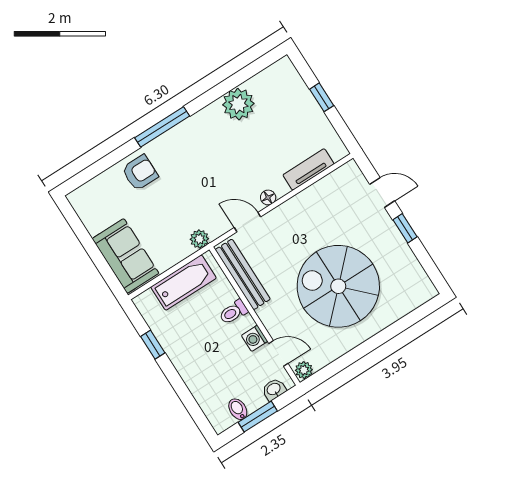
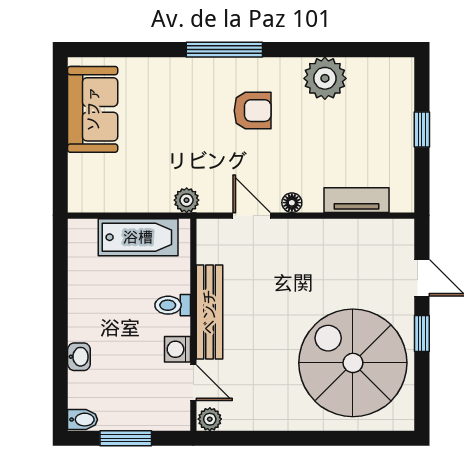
armchair: (140, 173) -> (253, 111), moved
sofa: (125, 256) -> (93, 109), moved
bench: (243, 274) -> (209, 312), moved
spiral stairs: (338, 286) -> (353, 363), moved
window: (153, 345) -> (60, 284), removed
washbasin: (274, 389) -> (79, 357), moved, turned 90
bidet: (238, 409) -> (83, 420), moved, turned 90

